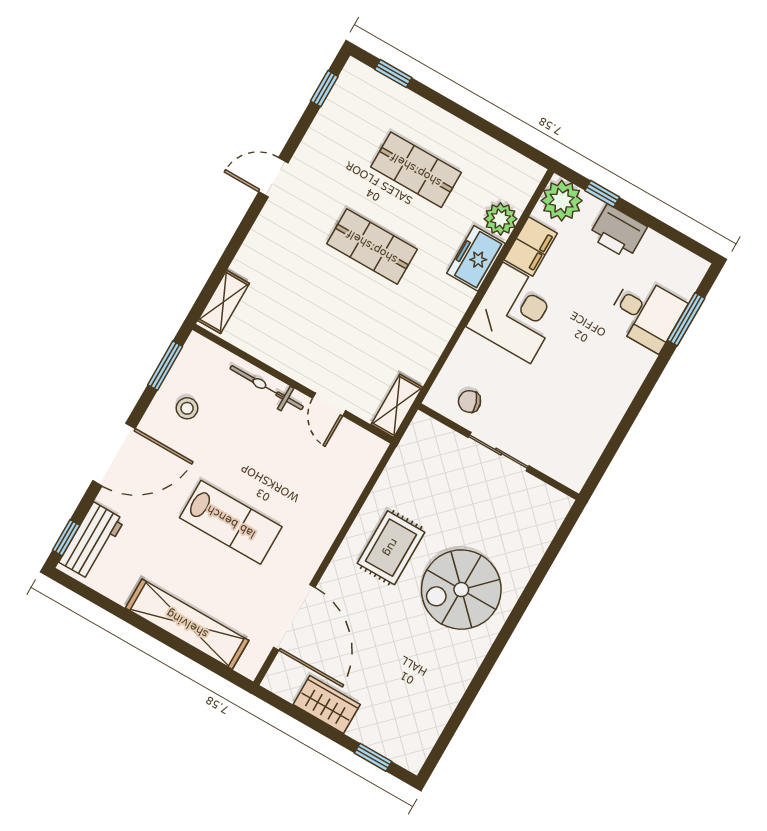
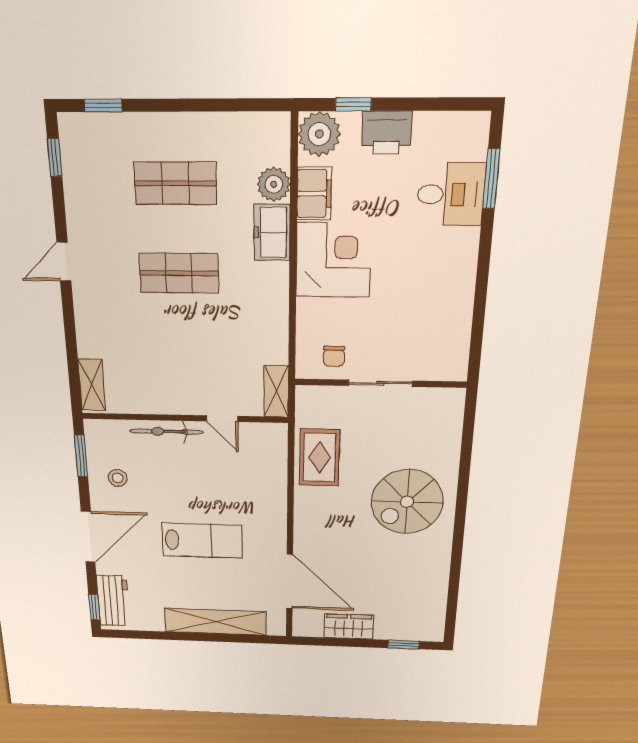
chair: (470, 401) -> (334, 356), turned -72
rug: (391, 548) -> (319, 458), moved

